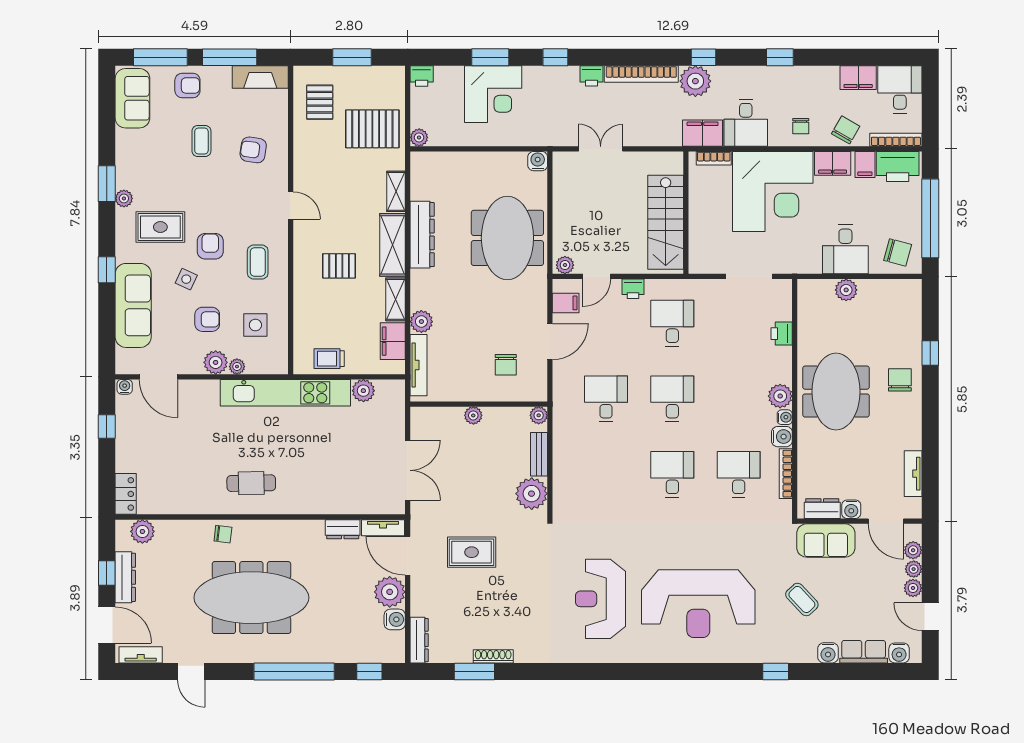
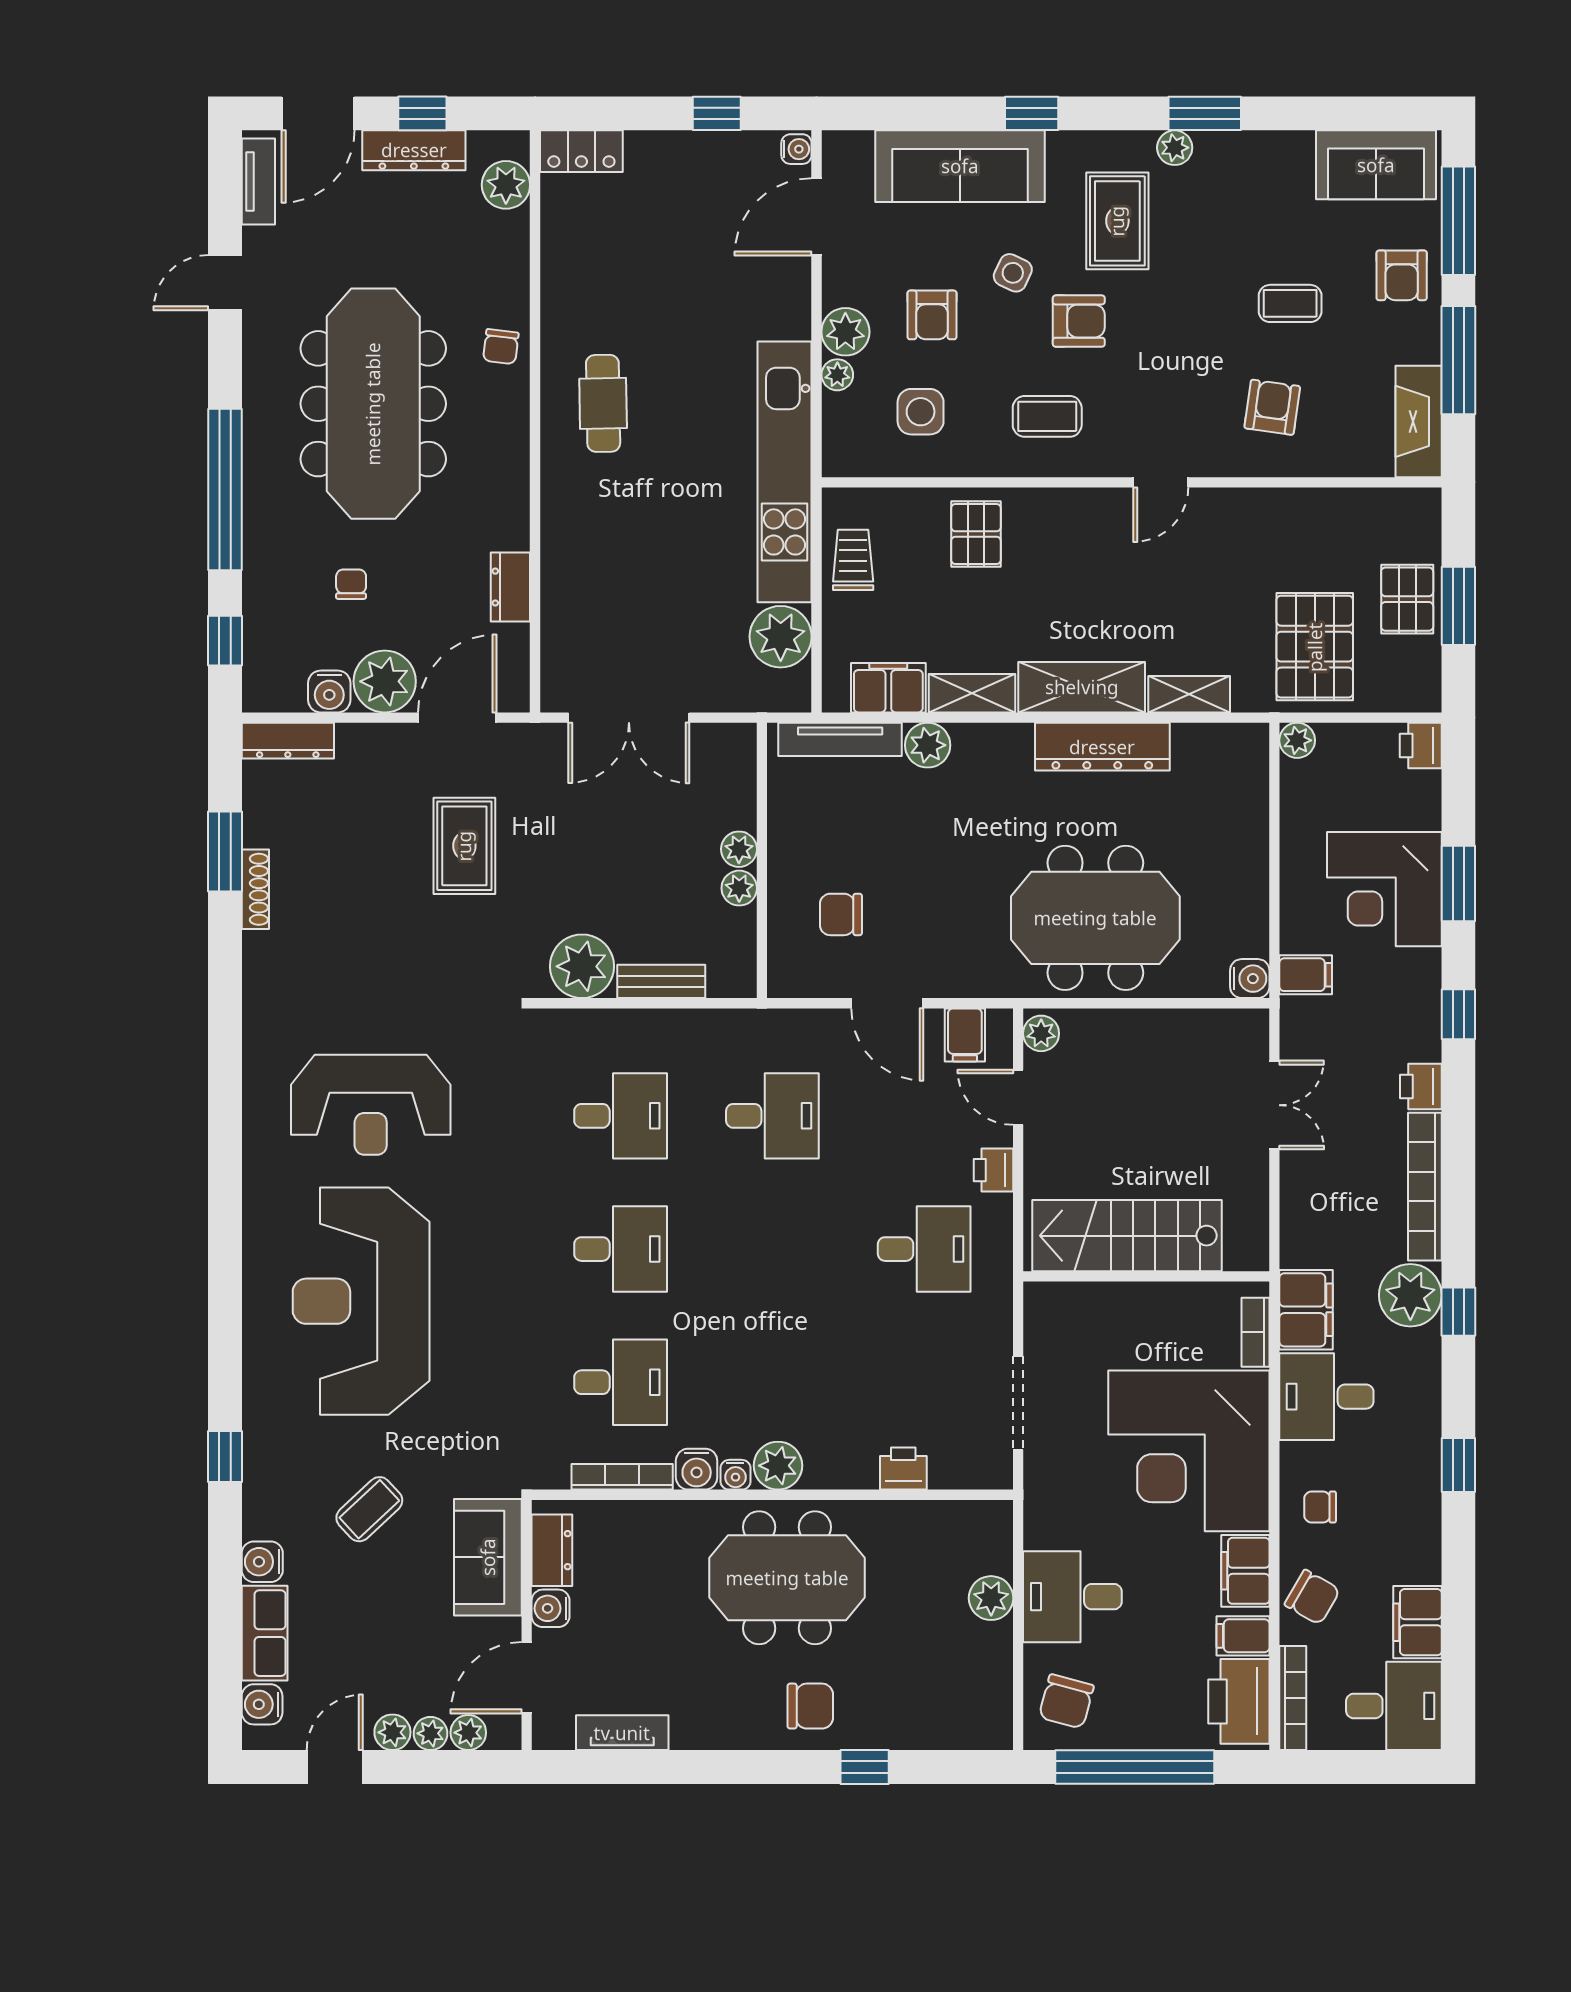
pallet: (320, 102) -> (1407, 599), moved, turned 90
filing cabinet: (536, 133) -> (1306, 975), added
pallet: (339, 266) -> (976, 534), moved
plant: (363, 391) -> (781, 637), width x1.36, depth x1.36
desk: (672, 399) -> (621, 1116), moved
plant: (539, 415) -> (739, 888), moved
tv unit: (383, 528) -> (514, 668), removed
reception desk: (601, 599) -> (371, 1105), turned 180
chair: (341, 609) -> (351, 584), added

